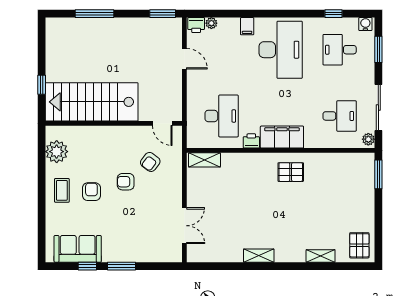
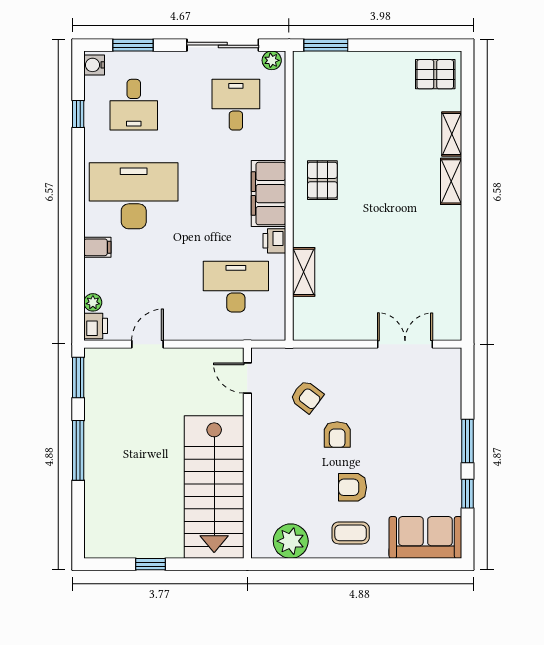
window: (94, 14) -> (78, 450), moved
window: (42, 85) -> (150, 564), moved
door: (162, 123) -> (247, 378), swing flipped
shelving: (204, 160) -> (304, 272), moved
sofa: (78, 249) -> (425, 537), moved, turned 90
shelving: (259, 256) -> (451, 181), moved

